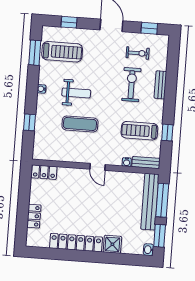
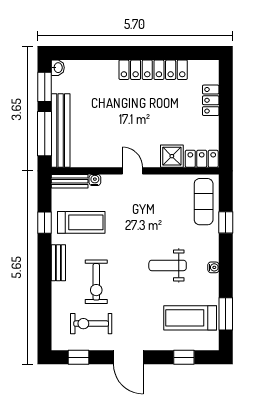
exercise bike: (138, 53) -> (91, 324), width x1.38, depth x1.39
bench: (160, 85) -> (58, 263), moved
exercise mat: (80, 124) -> (204, 202), moved, turned 90
shower: (112, 244) -> (172, 156), moved

